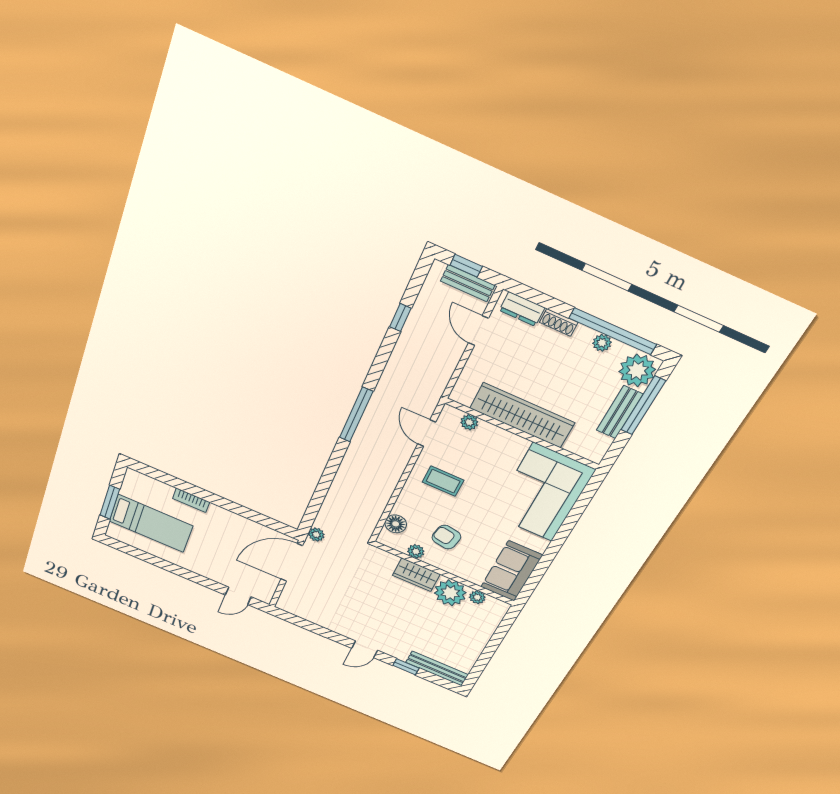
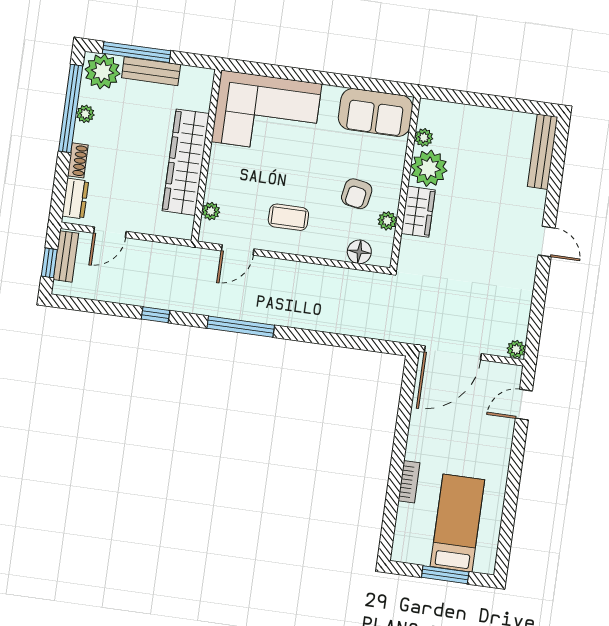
window: (400, 318) -> (156, 315), moved
coffee table: (443, 481) -> (288, 217), turned 90
plant: (316, 535) -> (516, 349), moved
door: (292, 562) -> (453, 353), hinge flipped
door: (238, 596) -> (524, 405), swing flipped
window: (406, 667) -> (554, 187), removed

